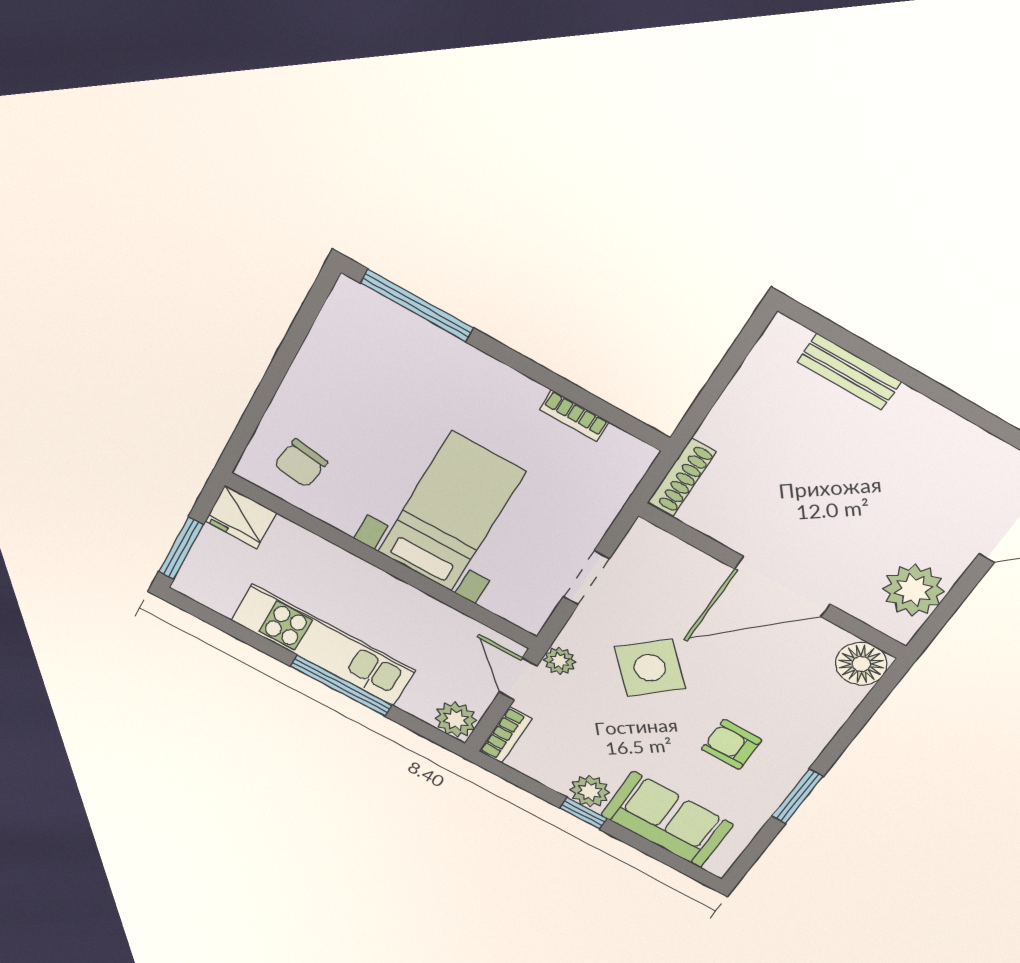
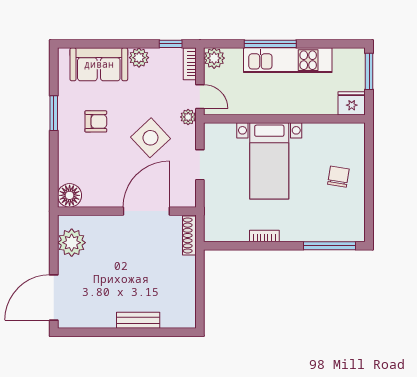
bench: (849, 372) -> (138, 320), moved
bookcase: (574, 416) -> (264, 236), moved
chair: (301, 463) -> (338, 177), moved
door: (783, 587) -> (146, 211), moved
window: (583, 813) -> (171, 44), moved

